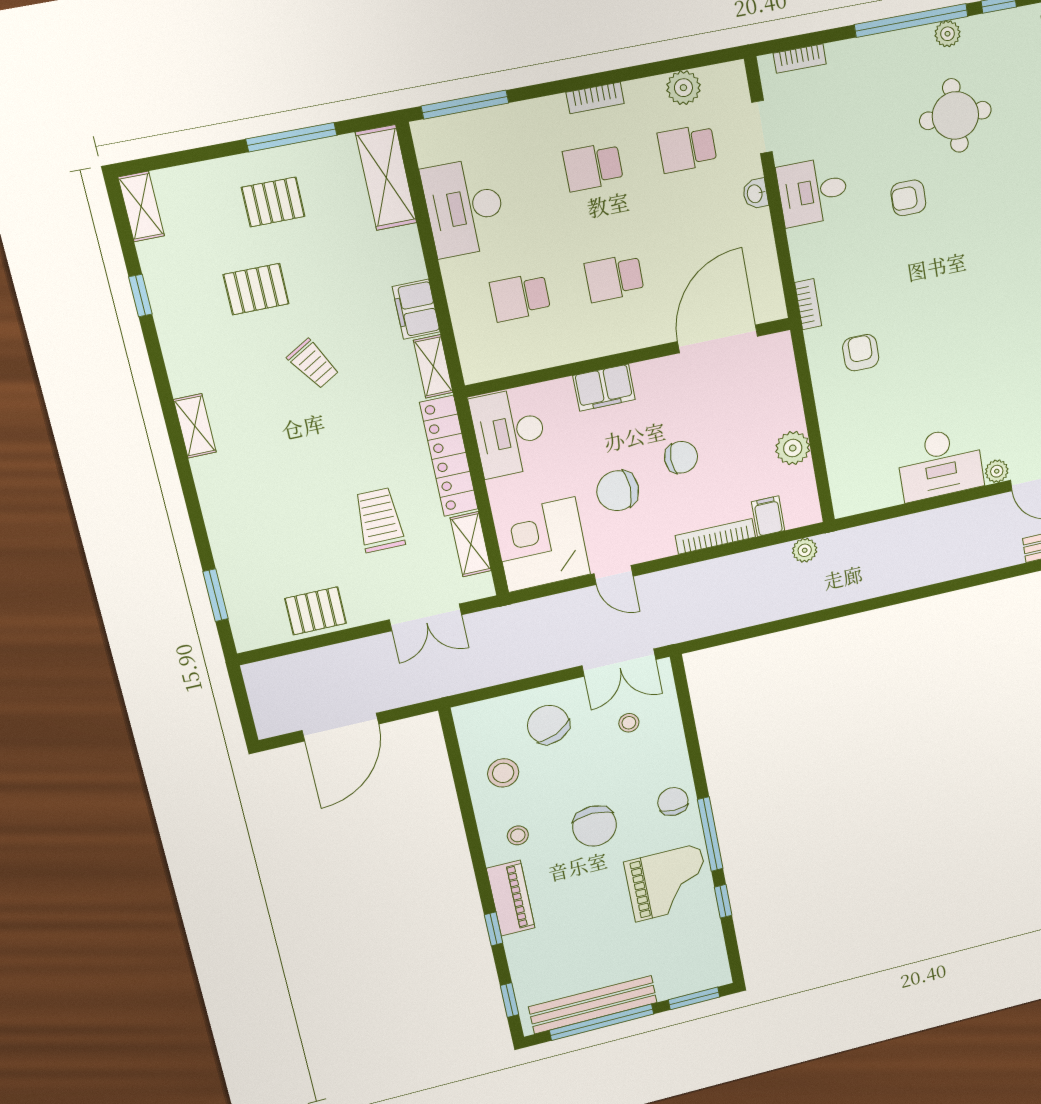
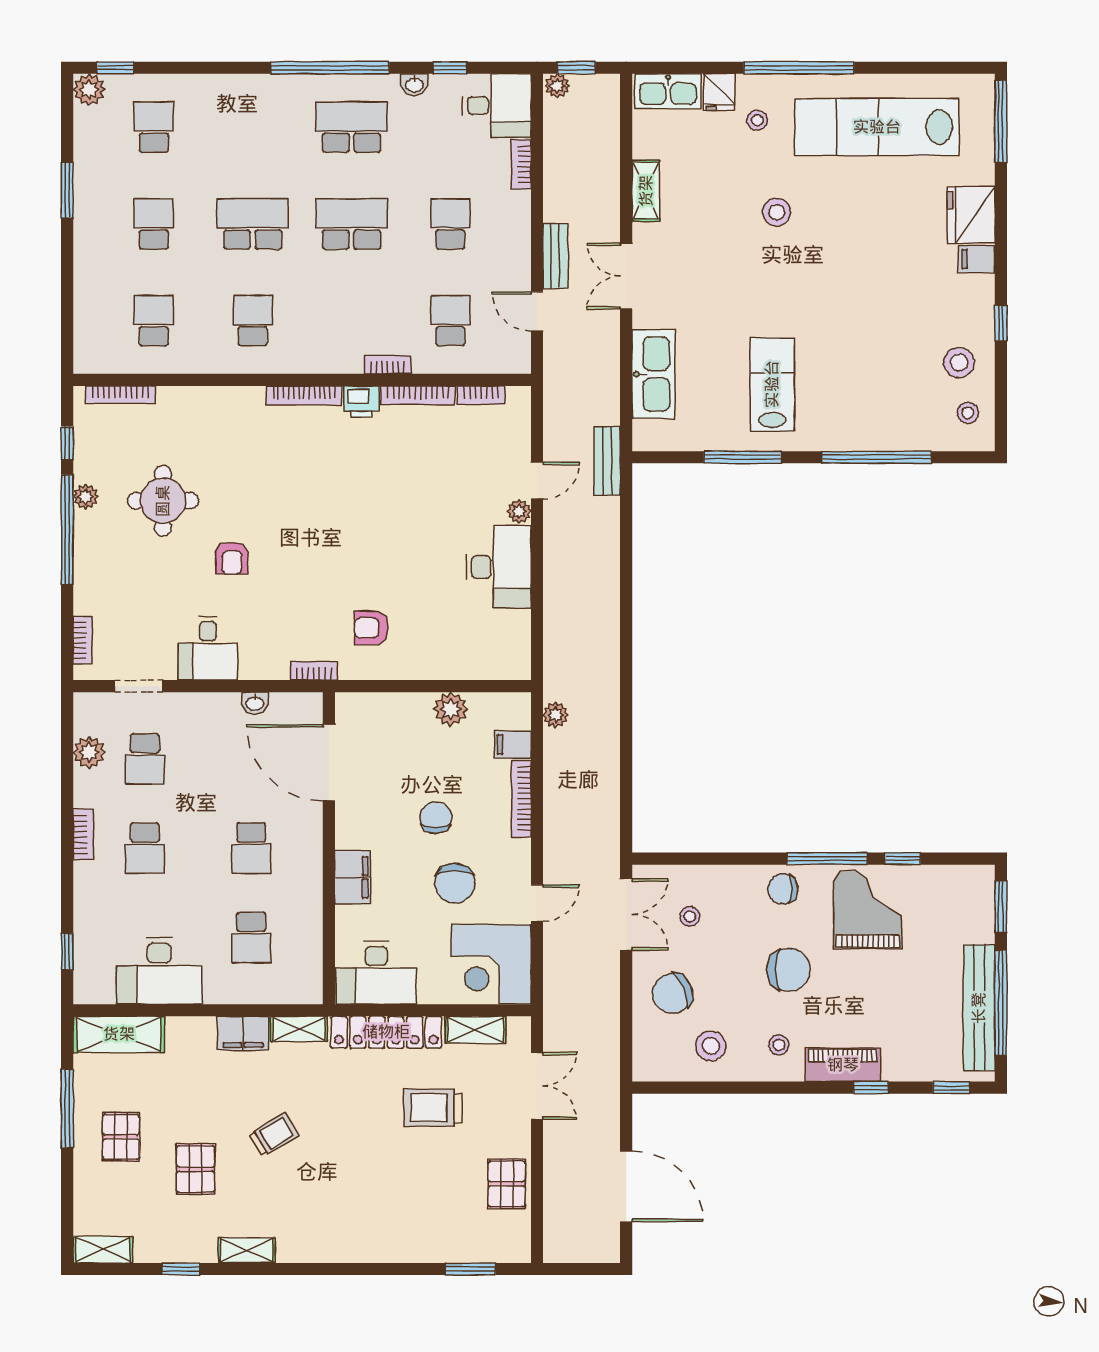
window: (465, 104) -> (67, 952), width x0.46
washbasin: (755, 194) -> (255, 703), moved
shelving: (195, 426) -> (247, 1250), moved

